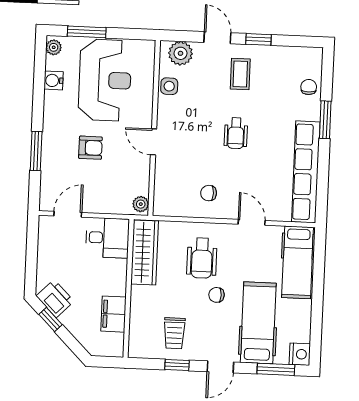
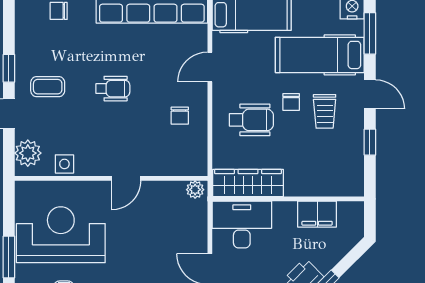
armchair: (90, 148) -> (136, 247), removed
desk: (107, 238) -> (242, 225), width x1.37
trolley: (174, 333) -> (325, 111), moved, turned 90

